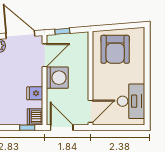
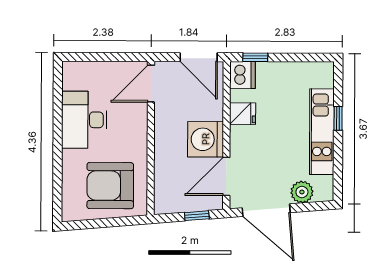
armchair: (115, 49) -> (110, 186), turned -90
desk: (131, 101) -> (84, 120), moved

